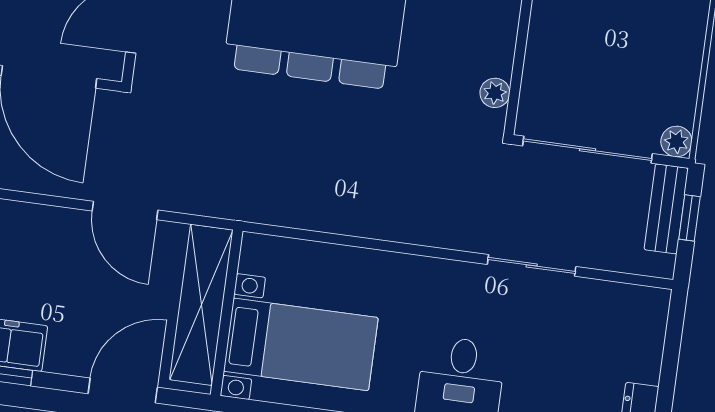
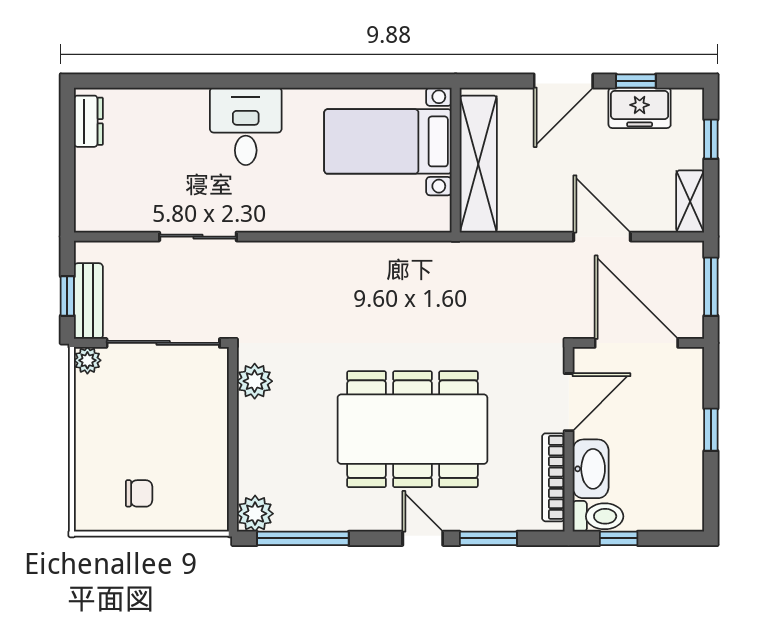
plant: (495, 93) -> (255, 381), width x1.38, depth x1.38
door: (125, 210) -> (602, 237), moved
door: (123, 390) -> (563, 81), moved

